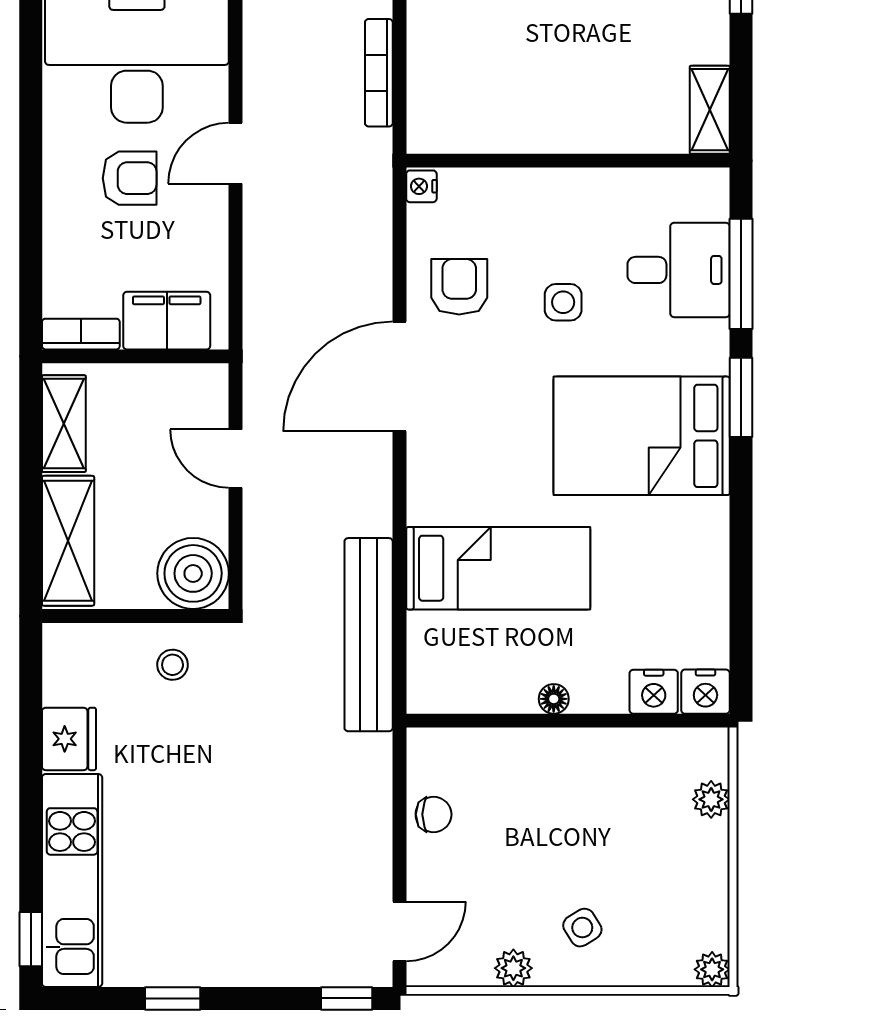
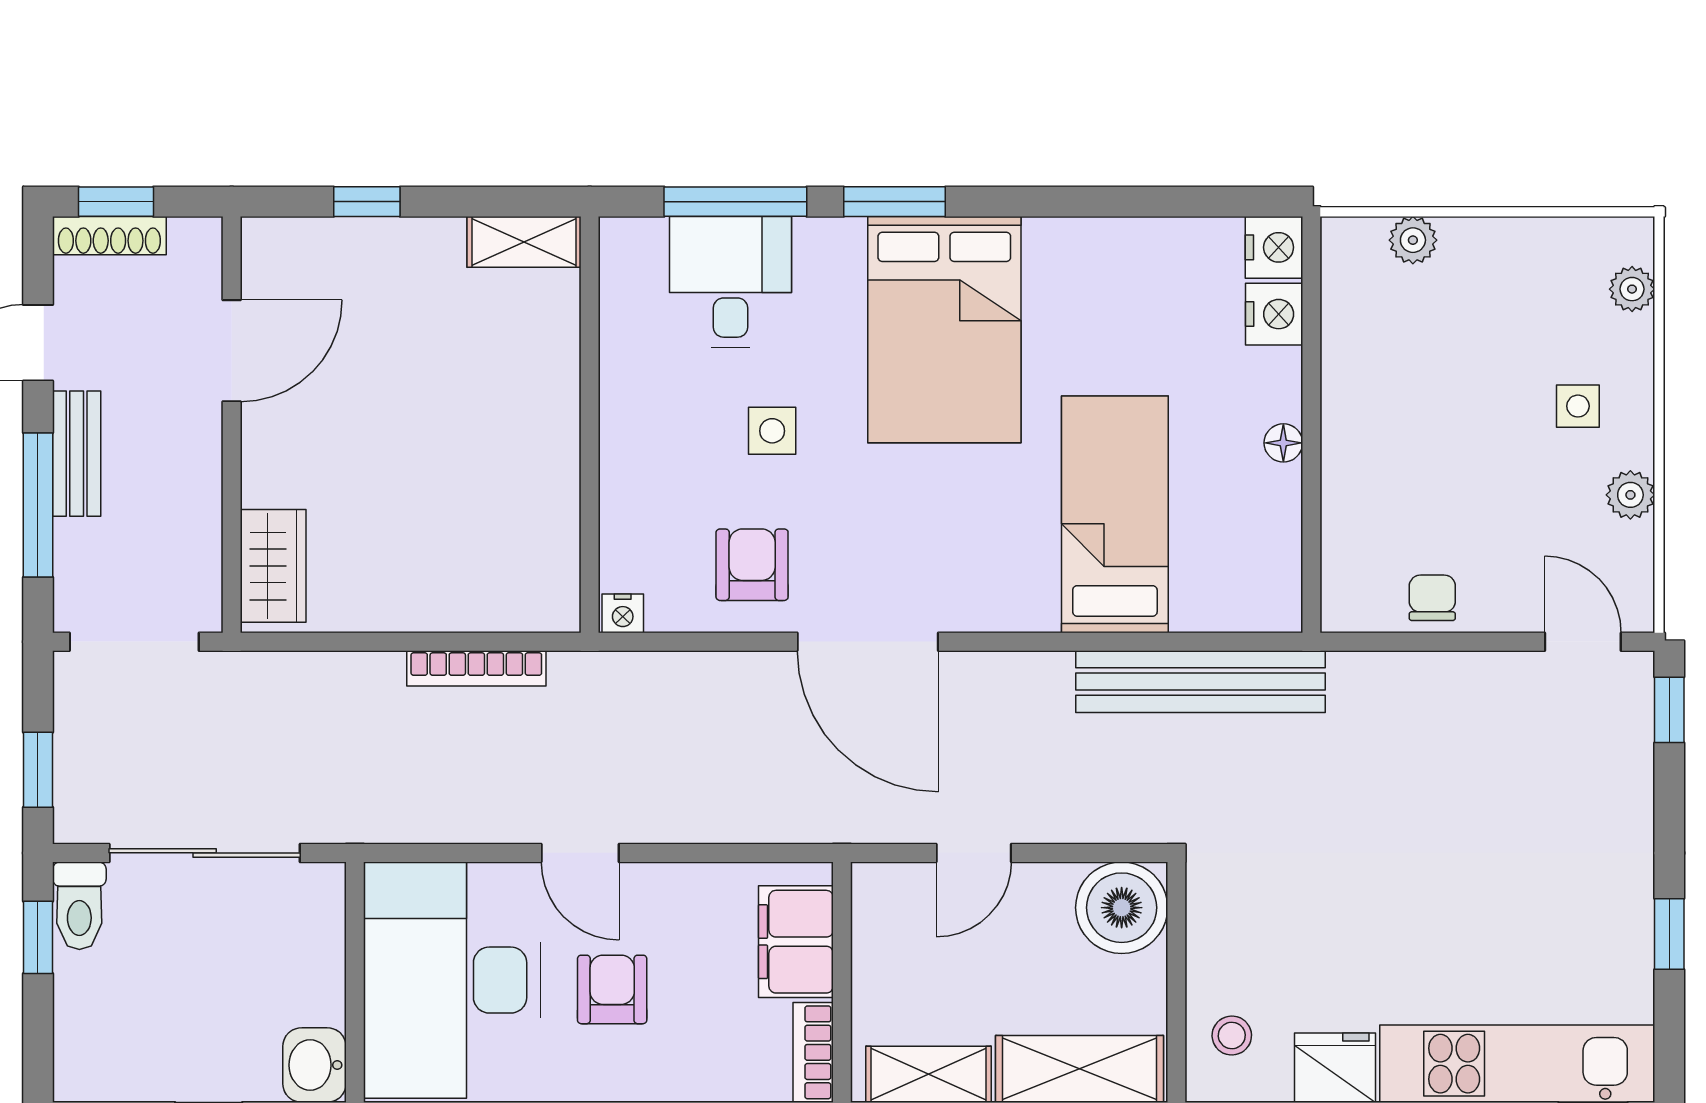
armchair: (459, 287) -> (752, 565), turned 90
stool: (173, 665) -> (1232, 1035), moved
side table: (582, 928) -> (1578, 406), turned 32
plant: (712, 969) -> (1632, 289), moved

